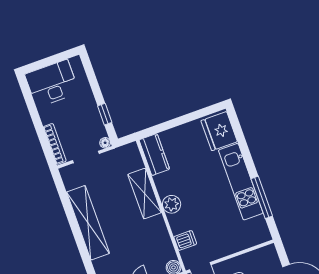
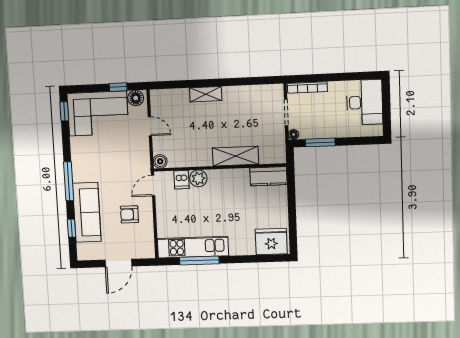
window: (105, 114) -> (320, 142), width x1.50
kitchen unit: (241, 182) -> (193, 247), moved
plant: (172, 204) -> (198, 178), moved
shelving: (88, 223) -> (206, 94), width x0.45, depth x0.75

